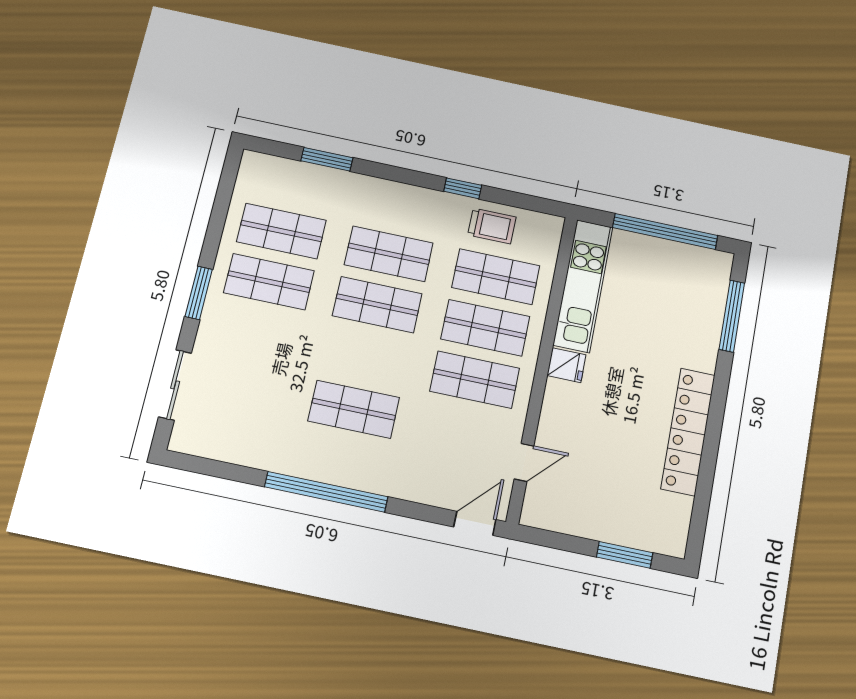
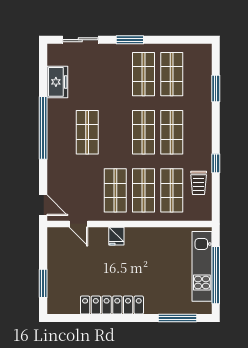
kitchen unit: (583, 286) -> (202, 266), moved, turned 90
fridge: (566, 365) -> (116, 236), moved
freezer: (245, 446) -> (57, 82), added

